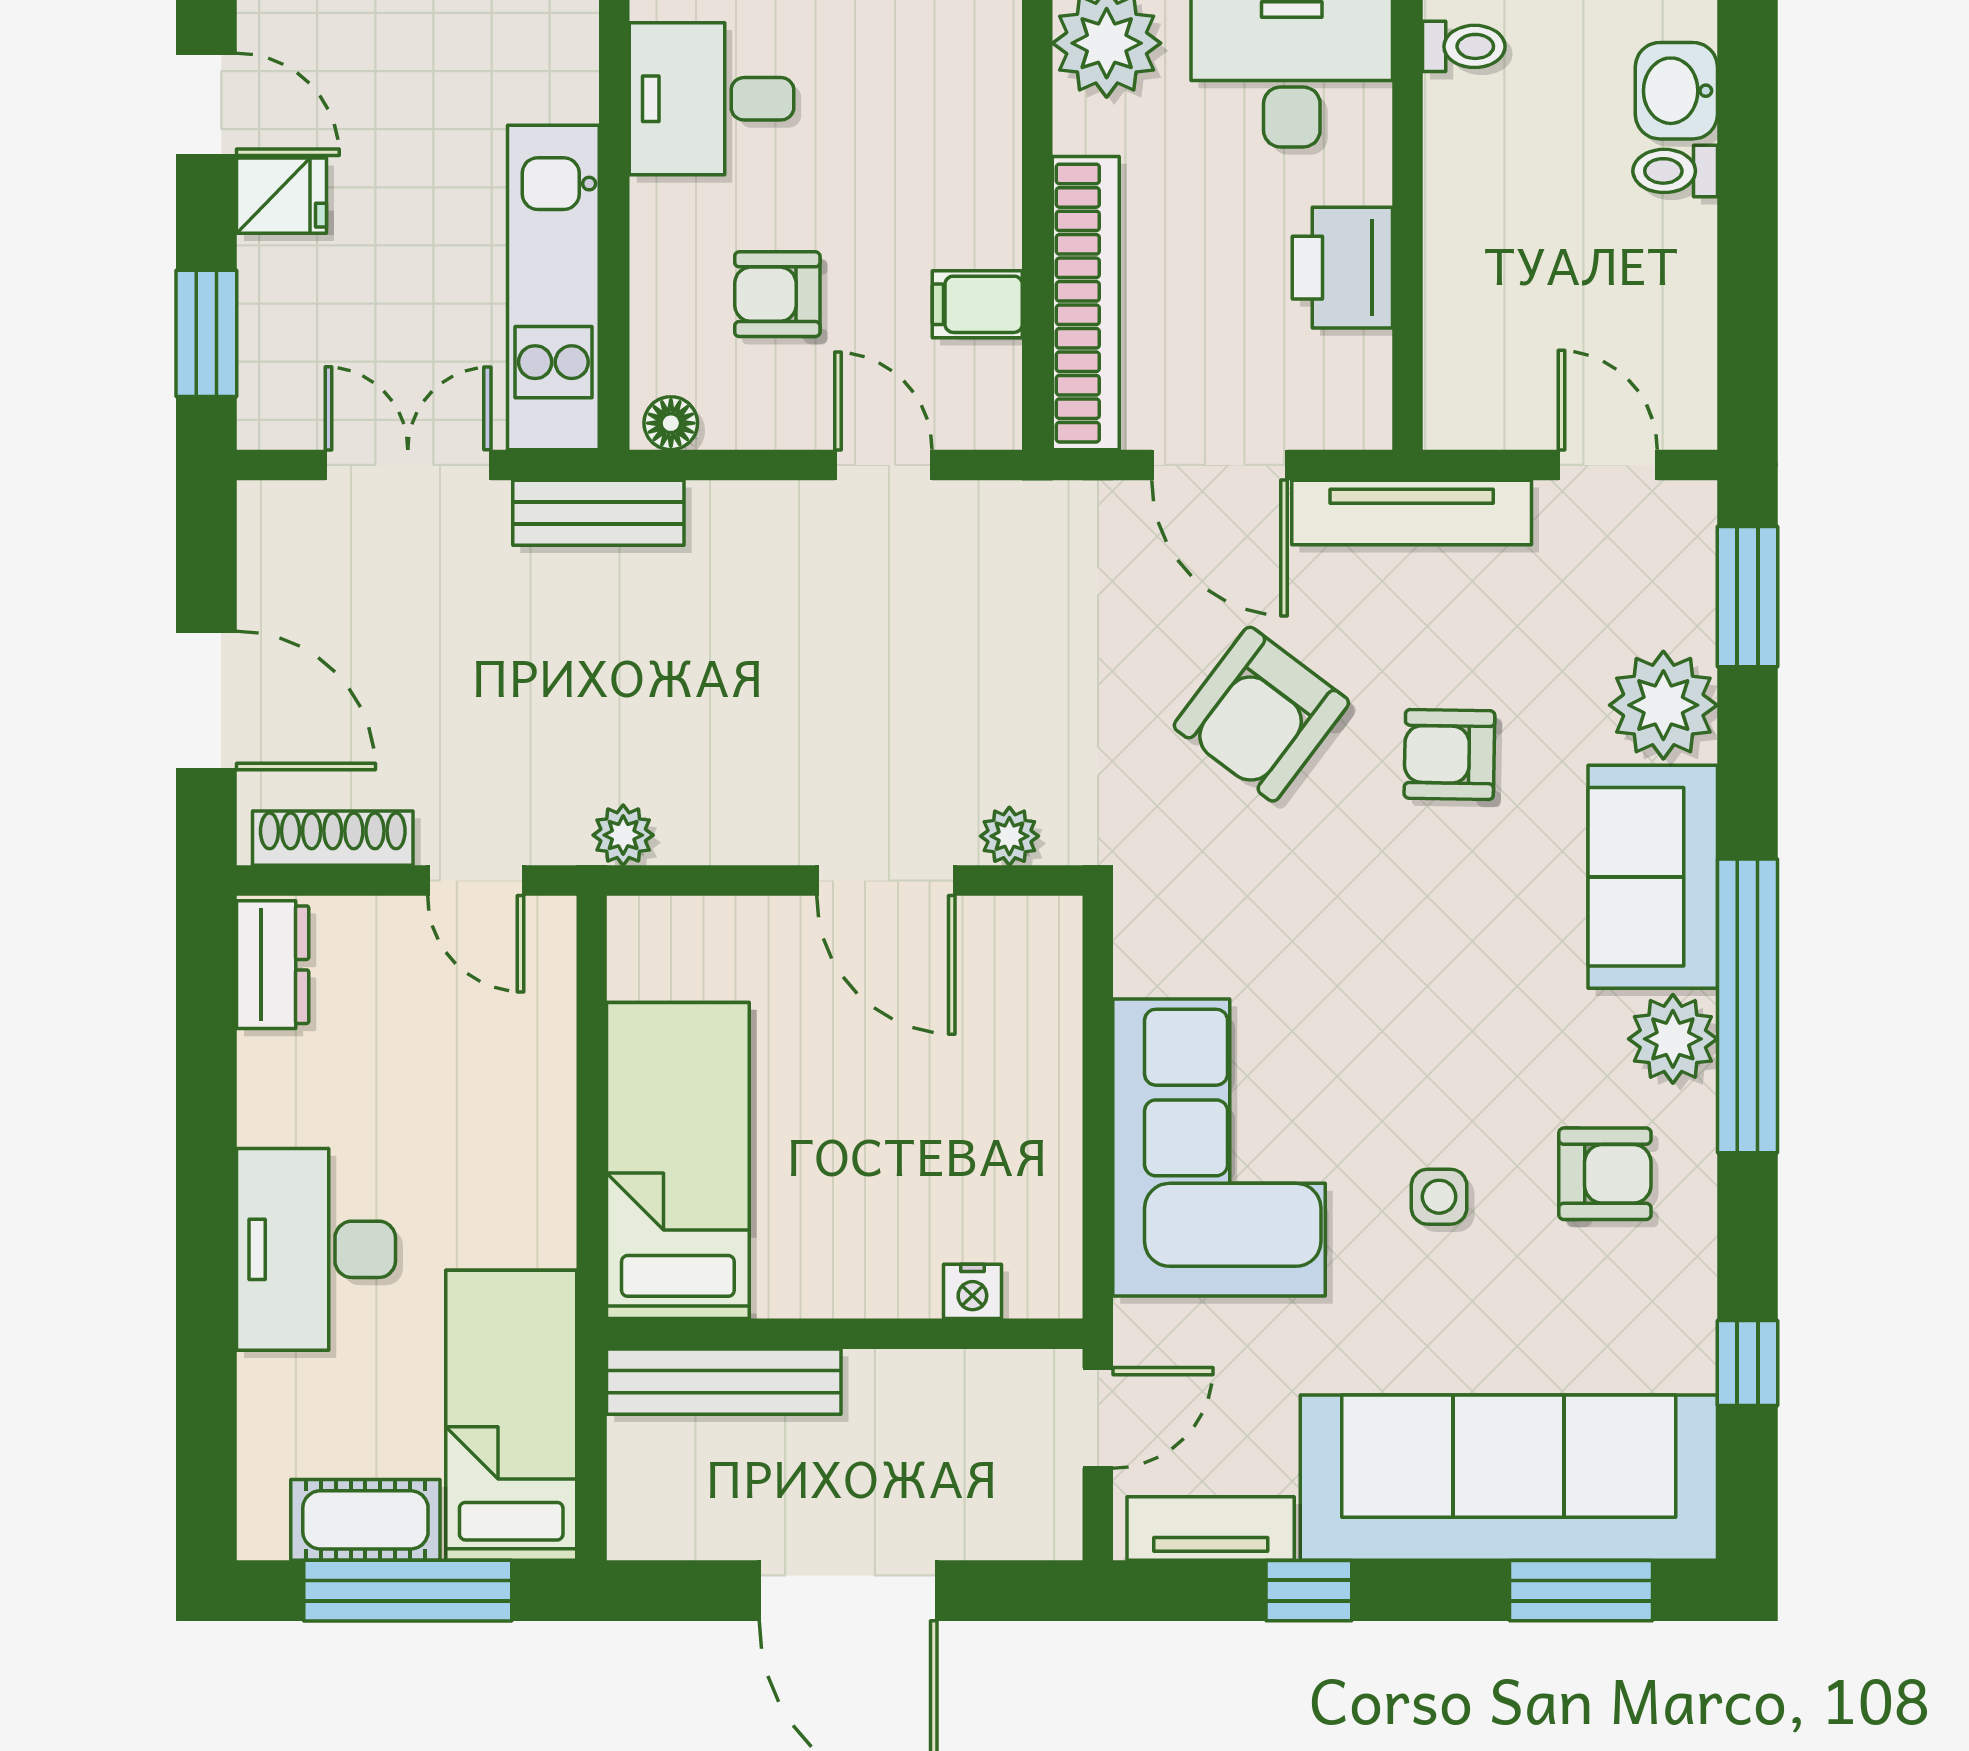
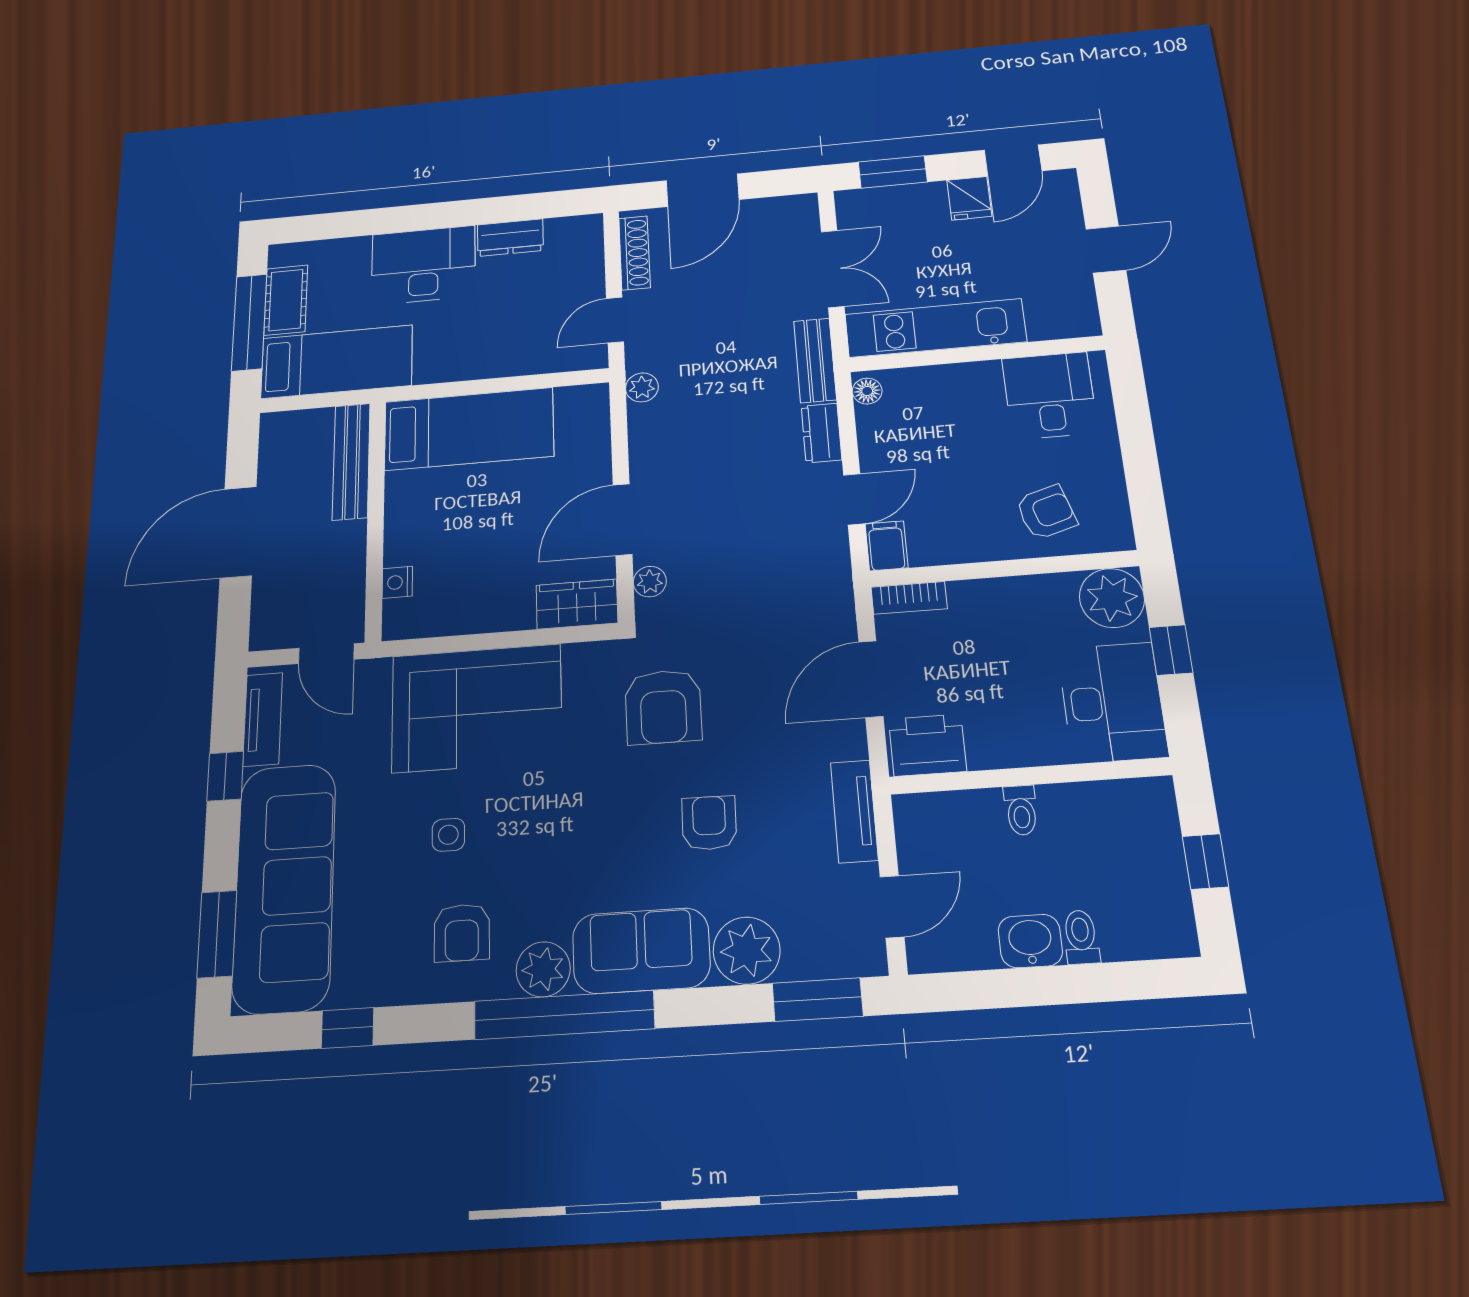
toilet: (1464, 46) -> (1021, 810), moved
washbasin: (1676, 91) -> (1030, 941), moved
printer: (1342, 268) -> (927, 745), moved
armchair: (777, 294) -> (1046, 512), moved, turned 73
bookcase: (1086, 303) -> (909, 598), width x0.43, depth x0.76
filing cabinet: (977, 304) -> (886, 546), moved
dresser: (747, 512) -> (821, 433), added
tv unit: (1412, 512) -> (854, 811), width x0.71
armchair: (1261, 714) -> (663, 707), moved, turned -127
dresser: (273, 965) -> (510, 238), moved
wardrobe: (1041, 967) -> (577, 604), added

